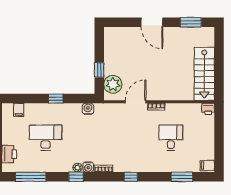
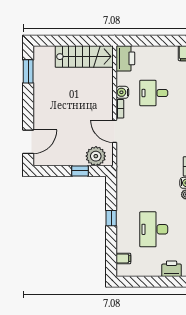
door: (152, 22) -> (28, 142), moved
water cooler: (88, 109) -> (122, 92), moved
printer: (208, 109) -> (125, 58), width x1.87, depth x1.48

